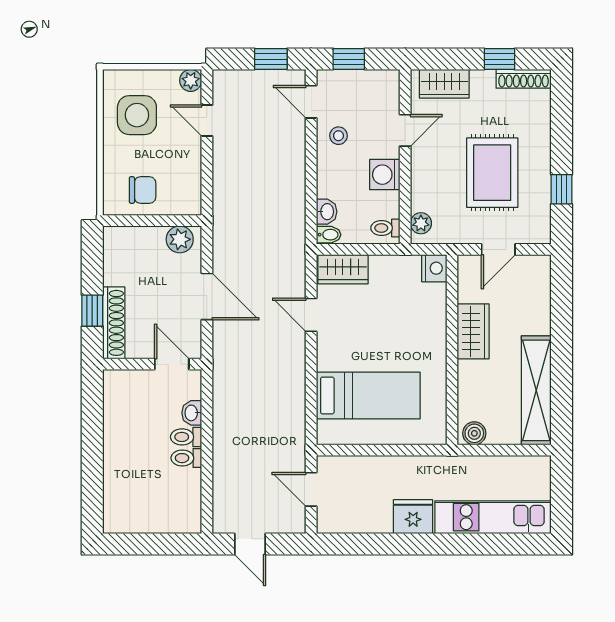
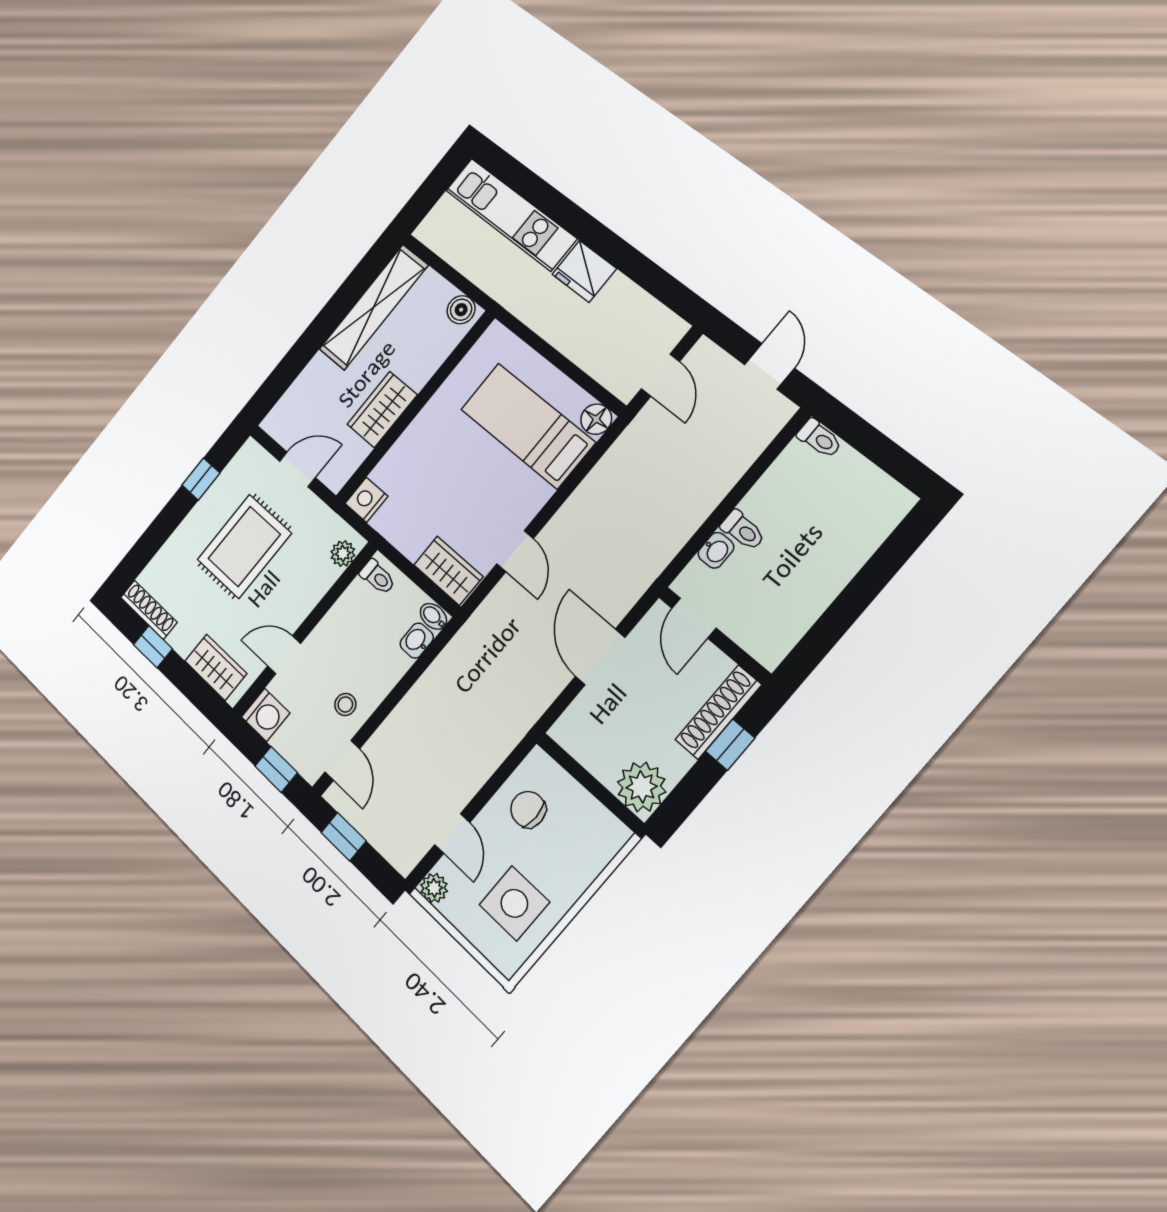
washing machine: (385, 175) -> (266, 715), moved
chair: (143, 190) -> (528, 809), moved
plant: (180, 239) -> (642, 787), moved, width x1.36, depth x1.36
floor lamp: (328, 433) -> (596, 419), added
toilet: (186, 458) -> (820, 438), moved

